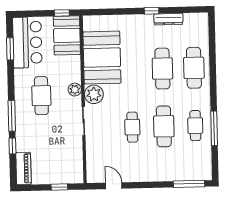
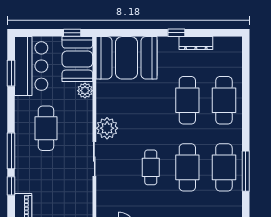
booth: (102, 58) -> (127, 58), moved, turned 90
plant: (75, 90) -> (85, 91), moved
cafe table: (195, 126) -> (224, 167), width x1.37, depth x1.35

